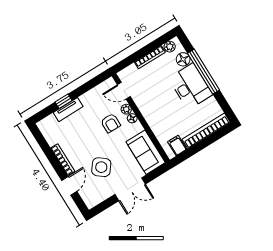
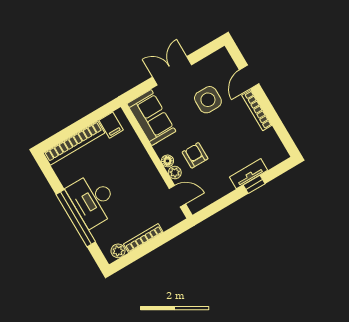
floor lamp: (183, 59) -> (101, 234), removed
side table: (101, 167) -> (208, 100), turned -38

